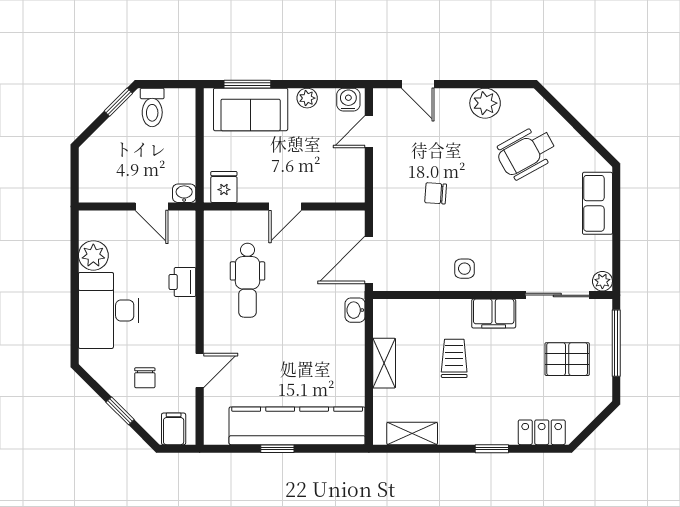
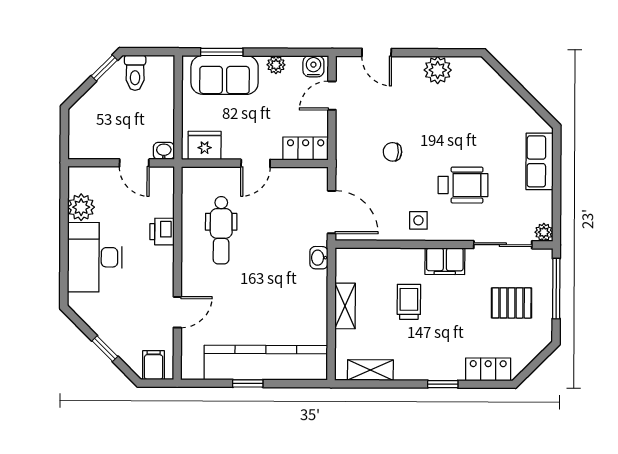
wheelchair: (526, 152) -> (463, 185), moved, turned -151
fridge: (224, 187) -> (205, 145), width x1.38
locker: (340, 190) -> (306, 148), added
door: (369, 260) -> (332, 212), swing flipped
chair: (145, 378) -> (128, 319), removed

